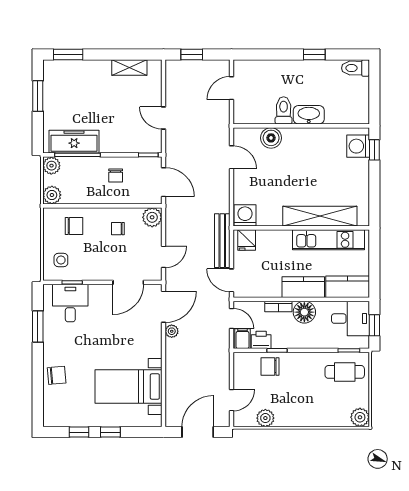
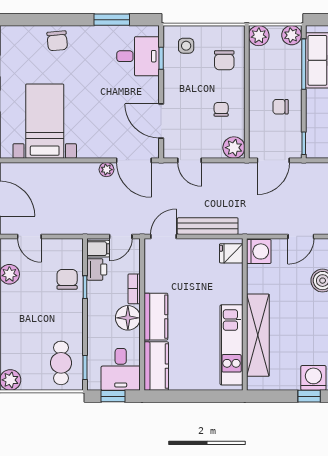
washing machine: (245, 215) -> (259, 251), moved
shelving: (320, 216) -> (258, 335), moved
wall: (301, 228) -> (245, 314), moved
fridge: (247, 240) -> (231, 253), moved
kitchen unit: (329, 240) -> (232, 345), moved

